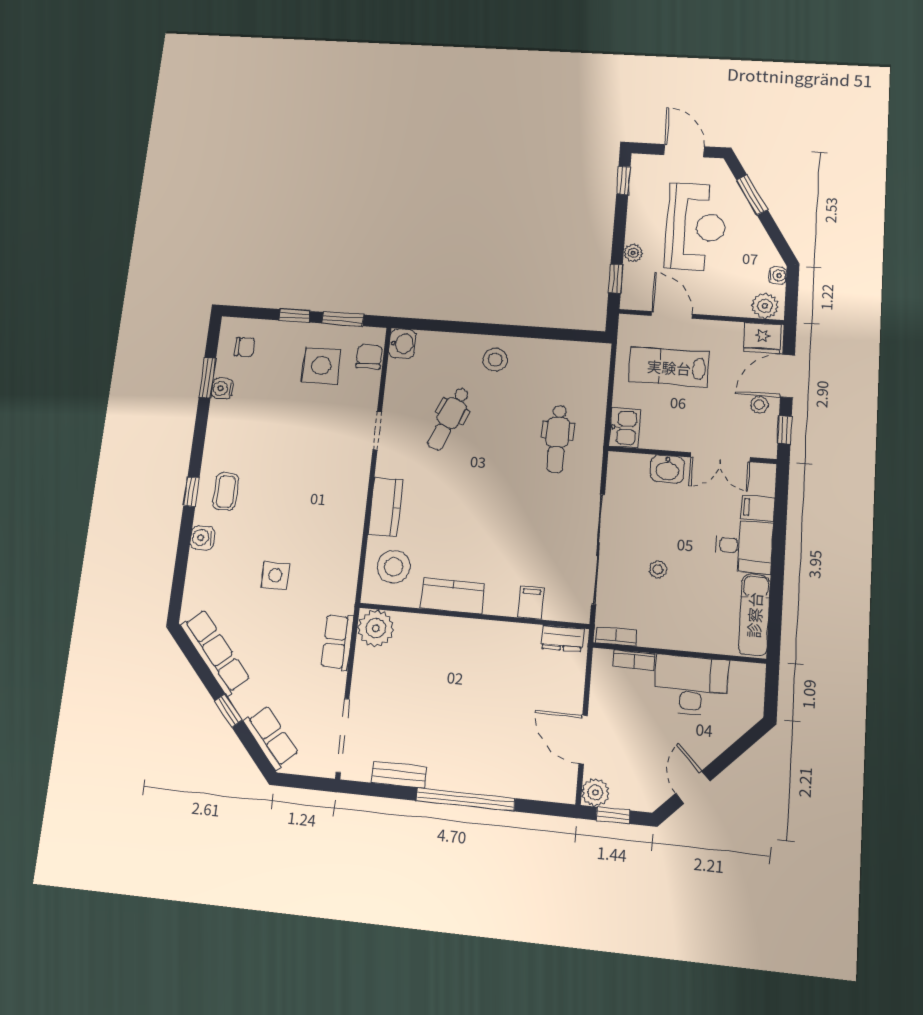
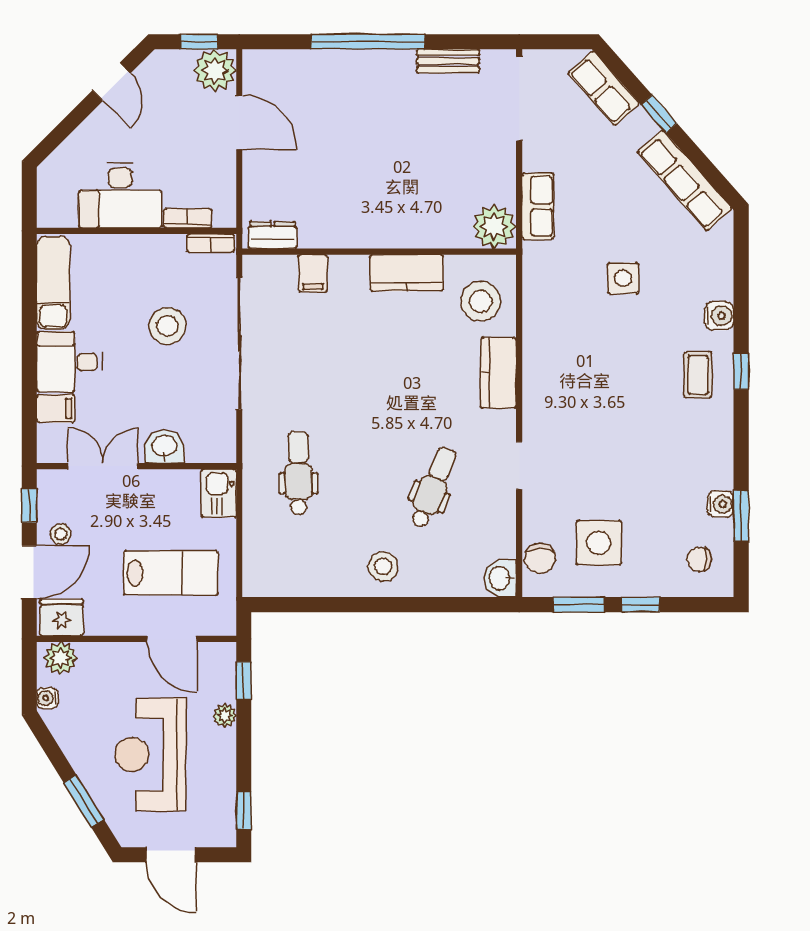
stool: (658, 569) -> (168, 326), width x1.89, depth x1.89
plant: (595, 792) -> (215, 71), width x1.36, depth x1.36

